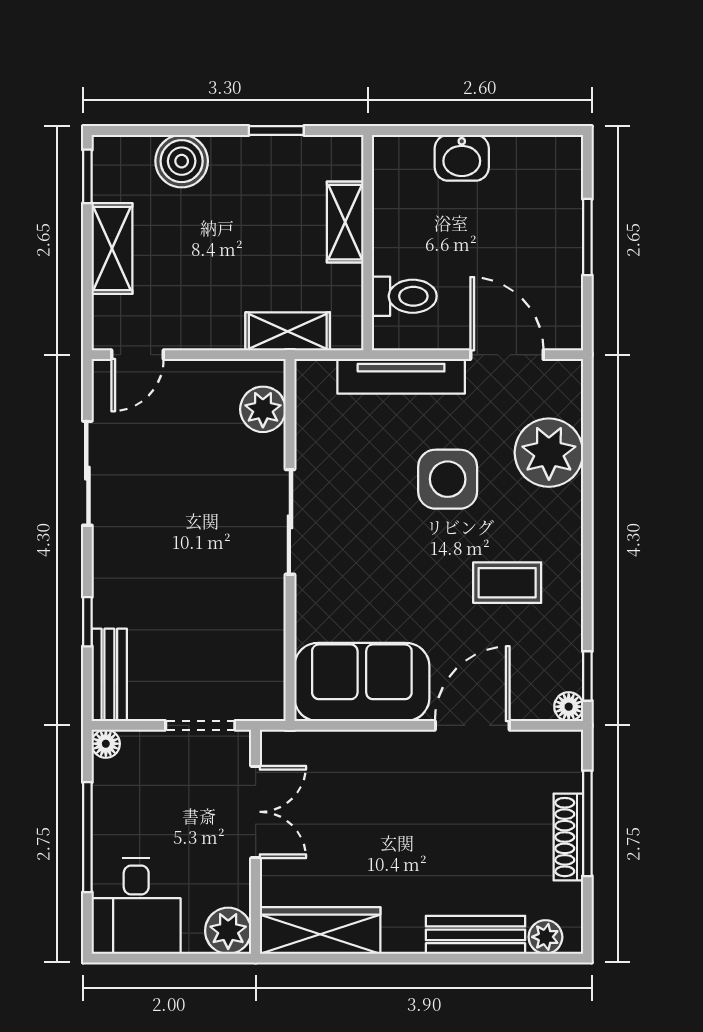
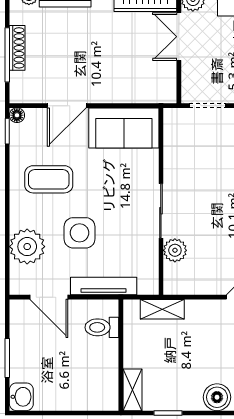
washbasin: (462, 158) -> (21, 397), moved, turned 90
shelving: (345, 222) -> (133, 390), moved
plant: (263, 409) -> (175, 250), moved
coffee table: (507, 583) -> (49, 179), width x1.36, depth x1.30
double door: (256, 812) -> (179, 37), moved

